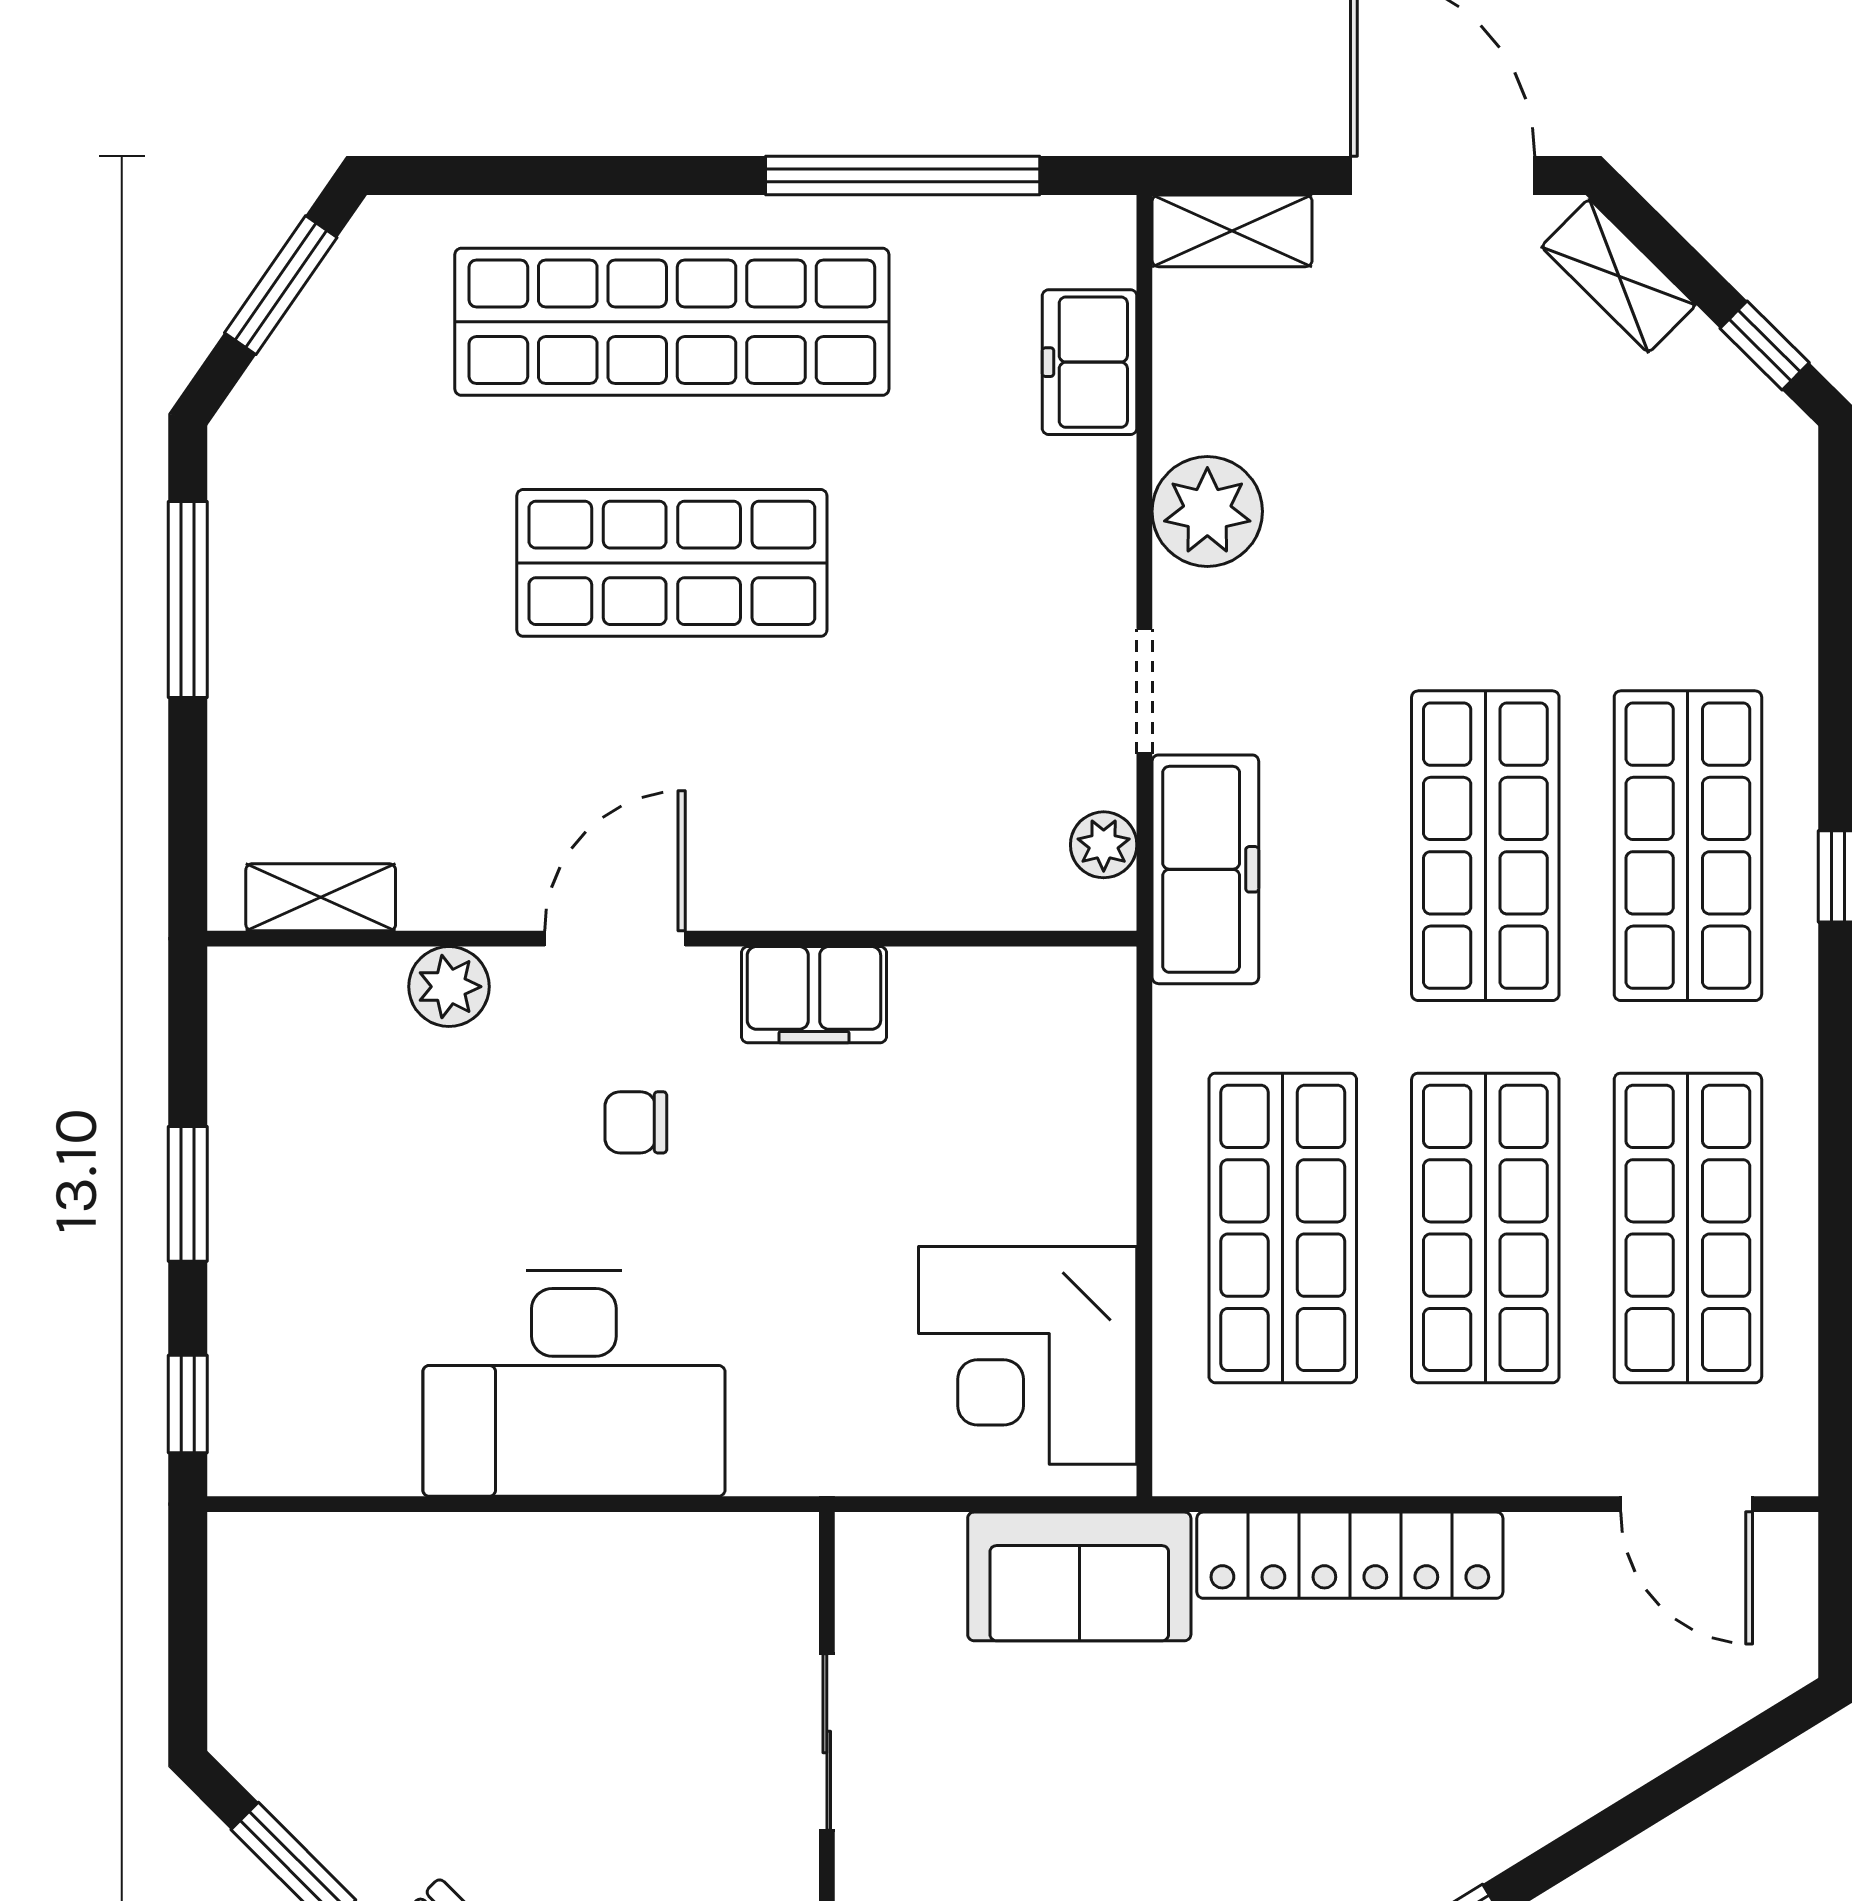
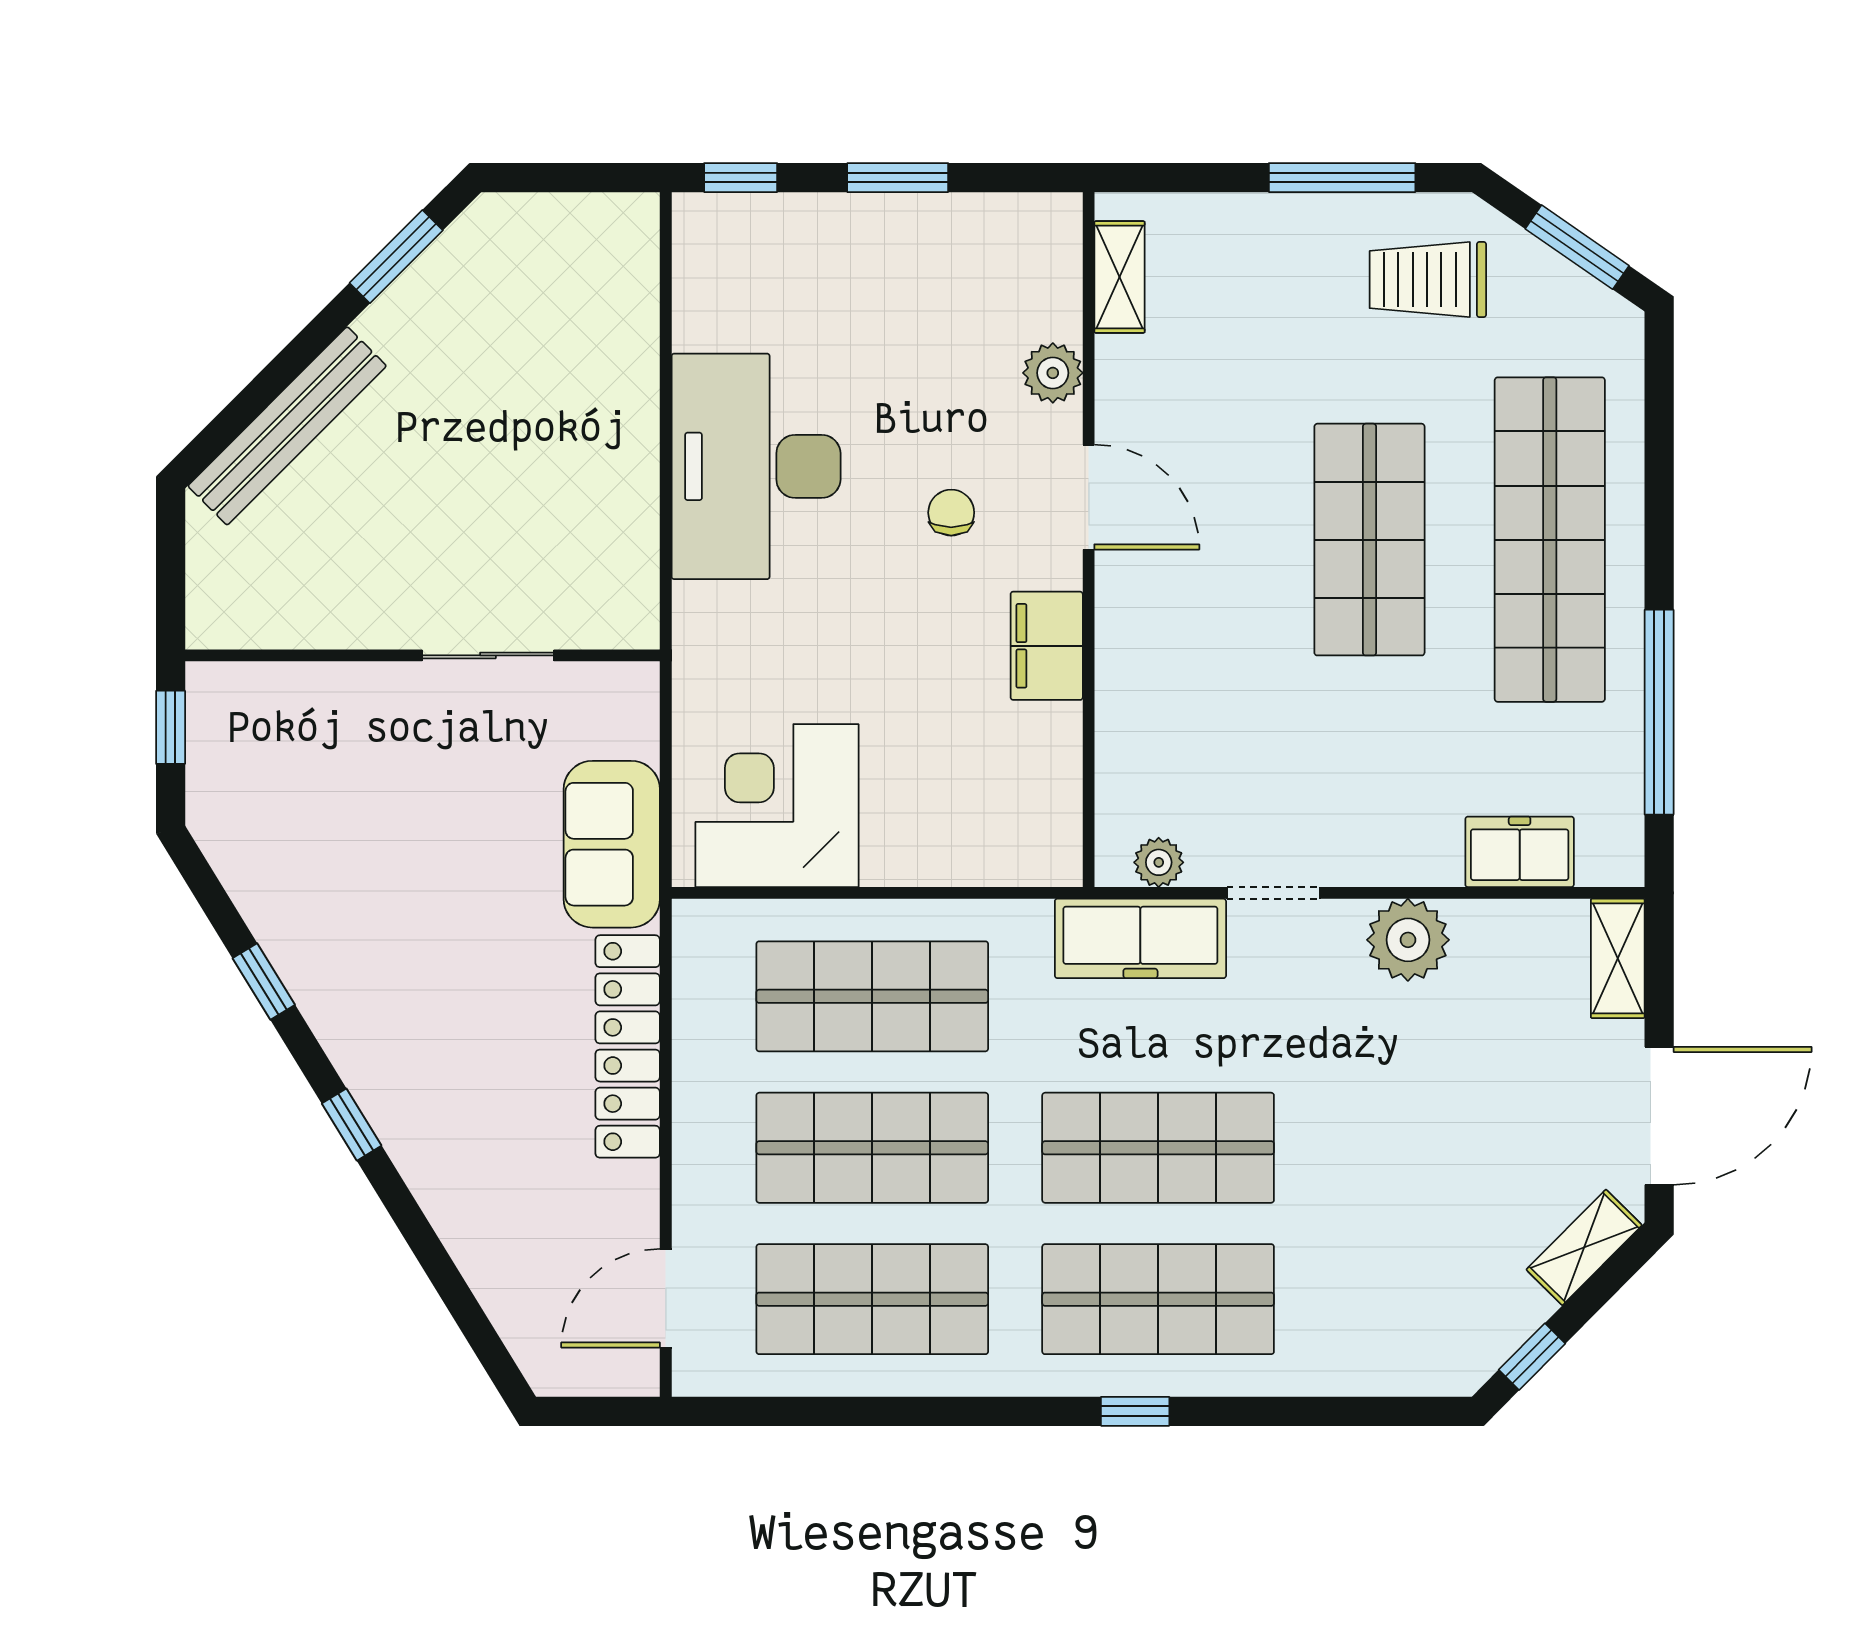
trolley: (324, 485) -> (1428, 280), added

